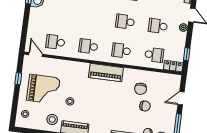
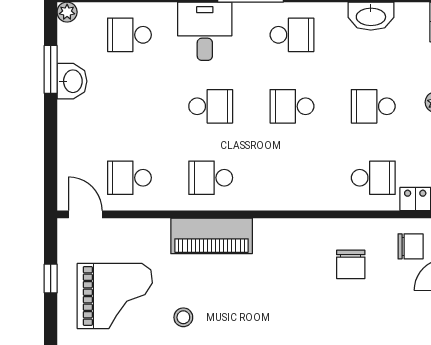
school desk: (121, 51) -> (211, 106), moved, turned 180
piano: (106, 73) -> (212, 236), moved
chair: (145, 106) -> (411, 246), moved

